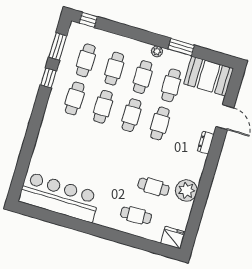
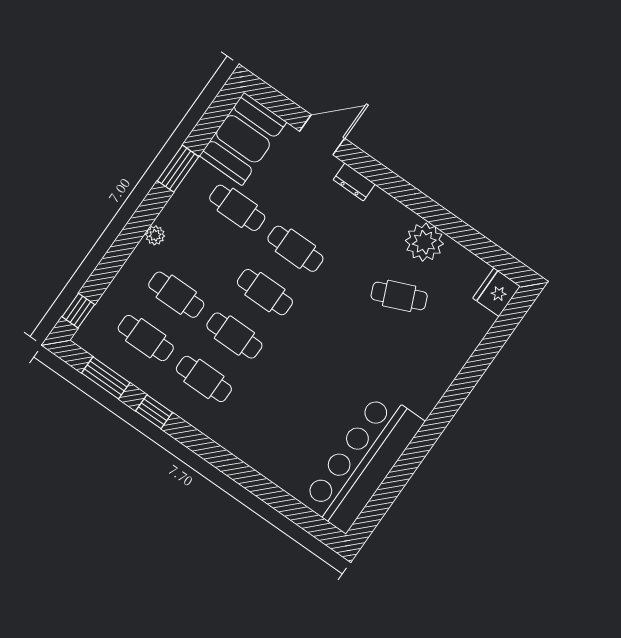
plant: (157, 51) -> (155, 235), moved
cafe table: (143, 77) -> (207, 251), removed
cafe table: (154, 187) -> (399, 296), turned 67
cafe table: (136, 215) -> (438, 342), removed

